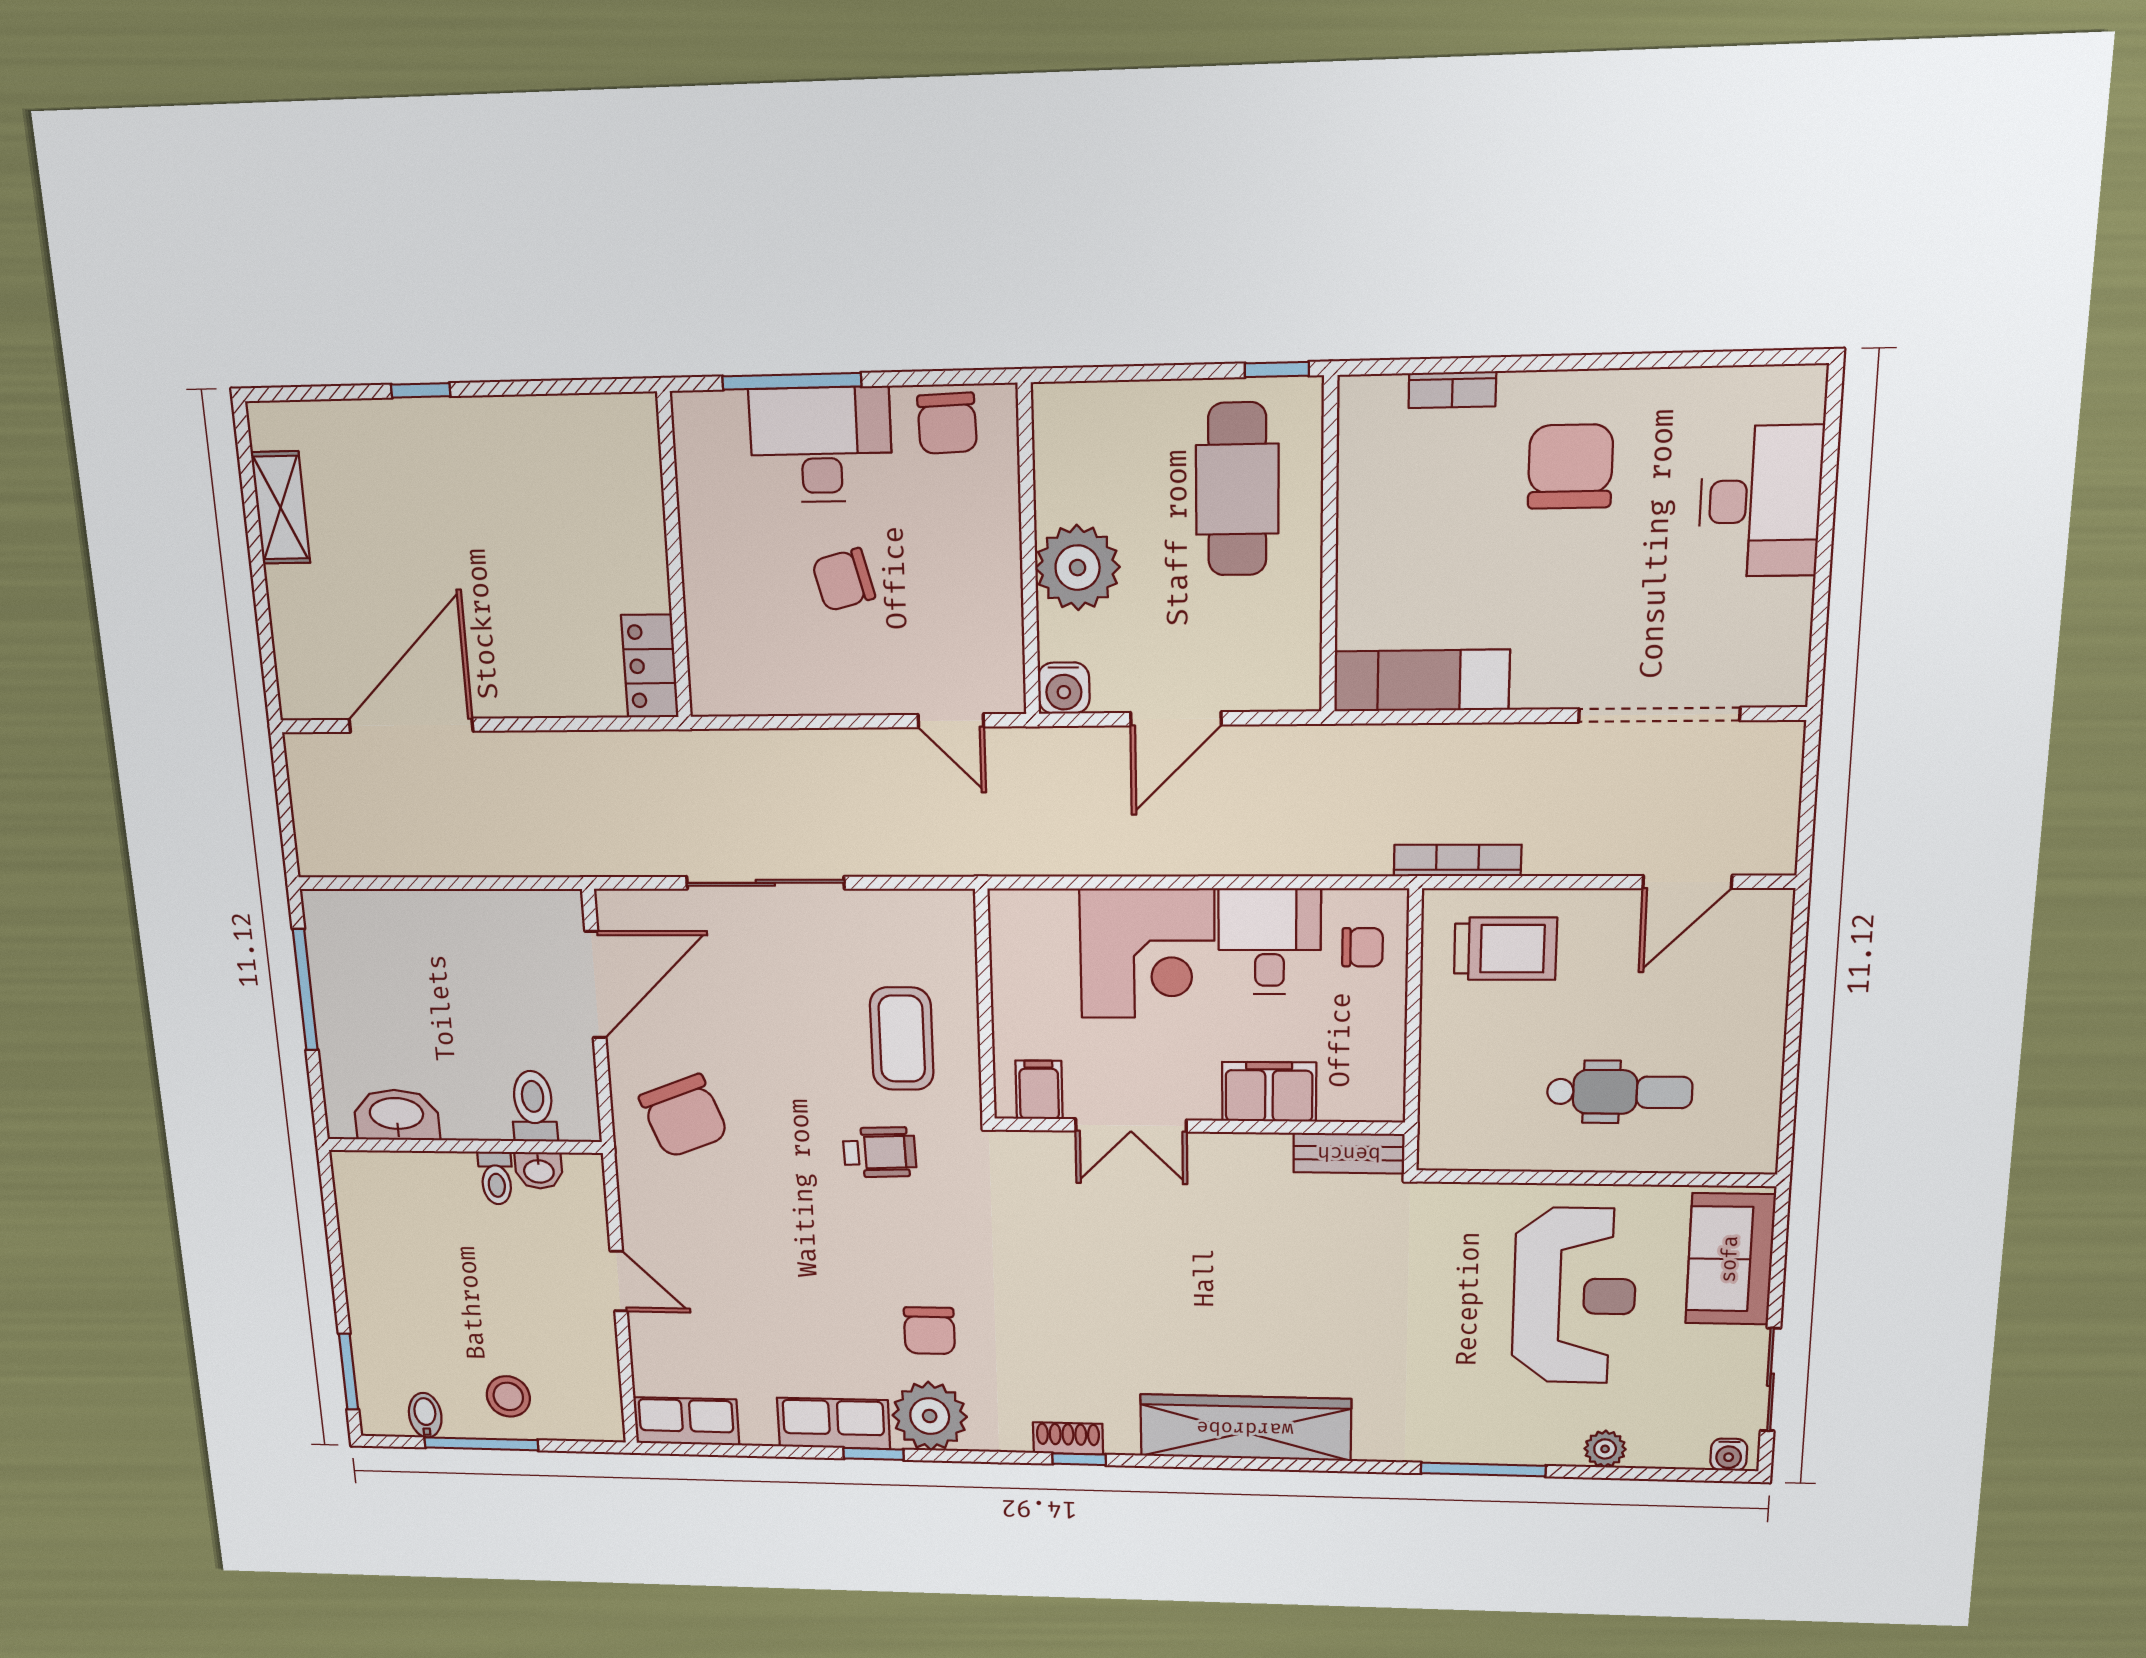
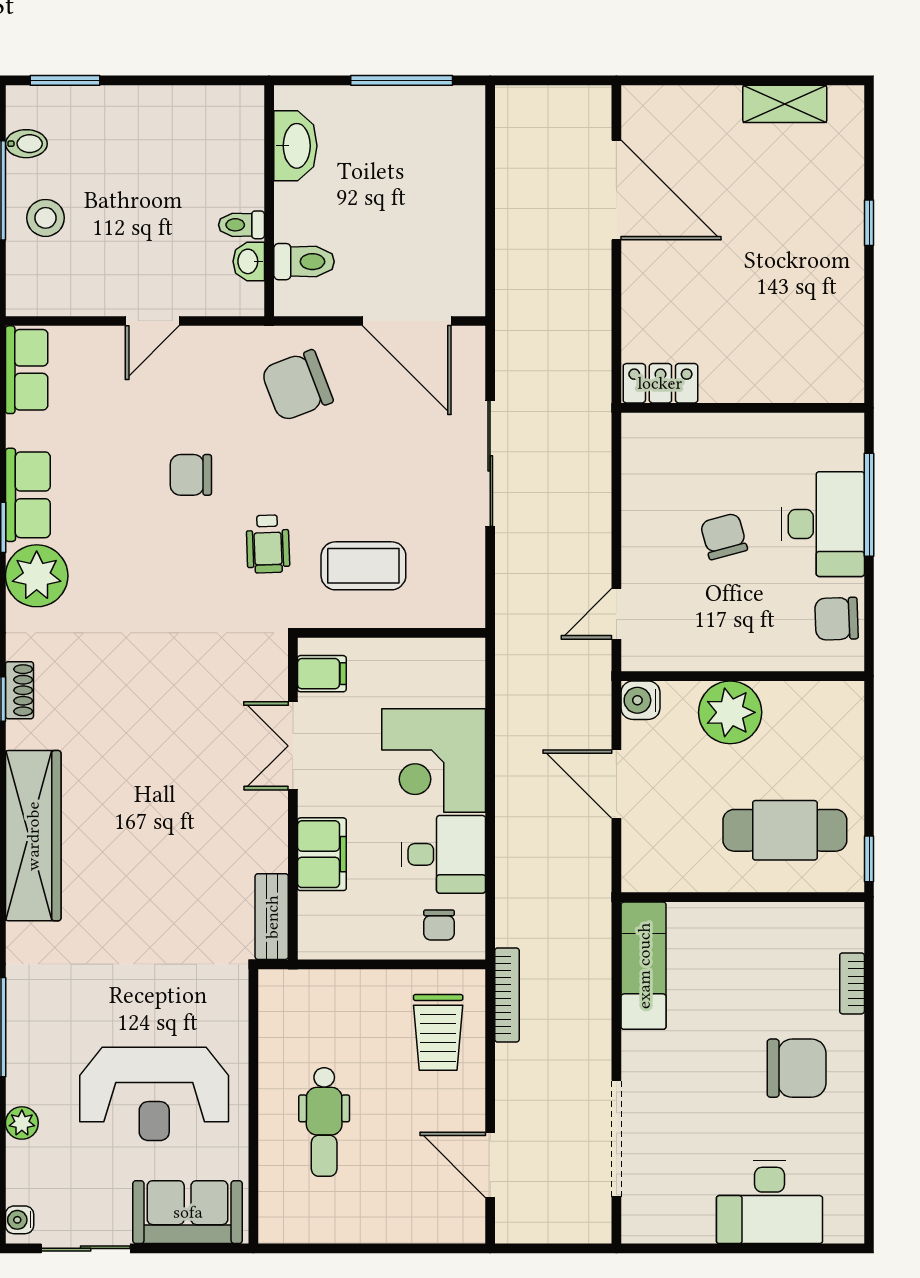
chair: (929, 1331) -> (191, 475), moved

